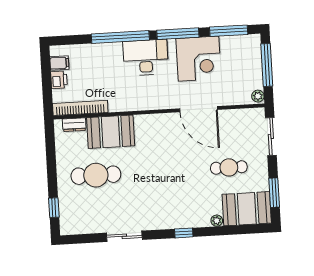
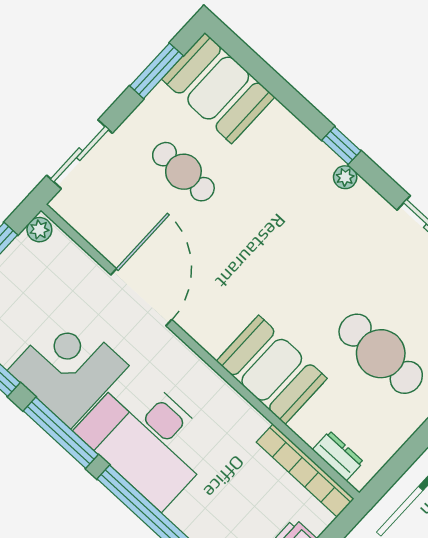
desk: (146, 57) -> (148, 439), width x1.36, depth x1.30
booth: (111, 132) -> (272, 370), moved
plant: (217, 221) -> (345, 177), moved

